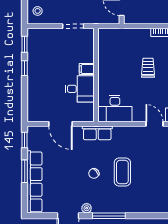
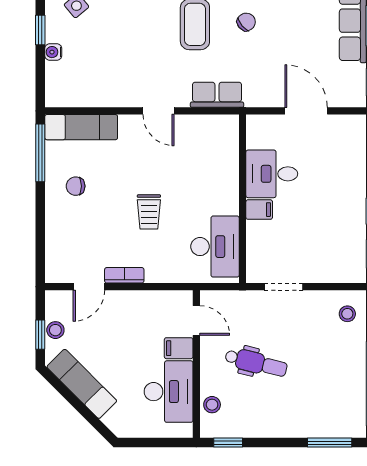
desk: (115, 109) -> (215, 247), moved, turned 90
door: (154, 124) -> (158, 111), moved
row of seats: (97, 133) -> (217, 95), moved

